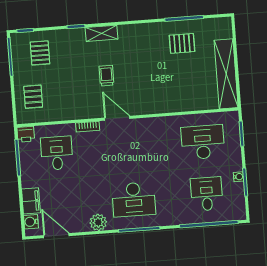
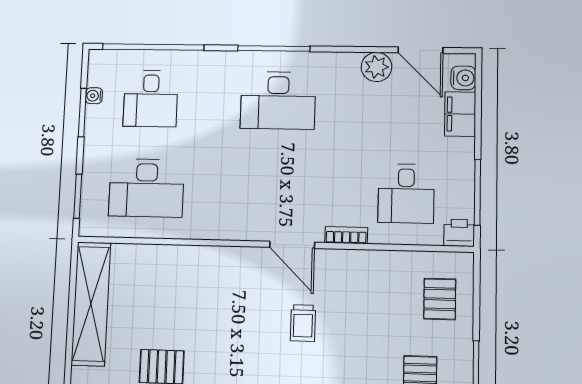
water cooler: (238, 177) -> (94, 96), moved
desk: (134, 199) -> (278, 100), turned 180
plant: (98, 222) -> (376, 67), moved

